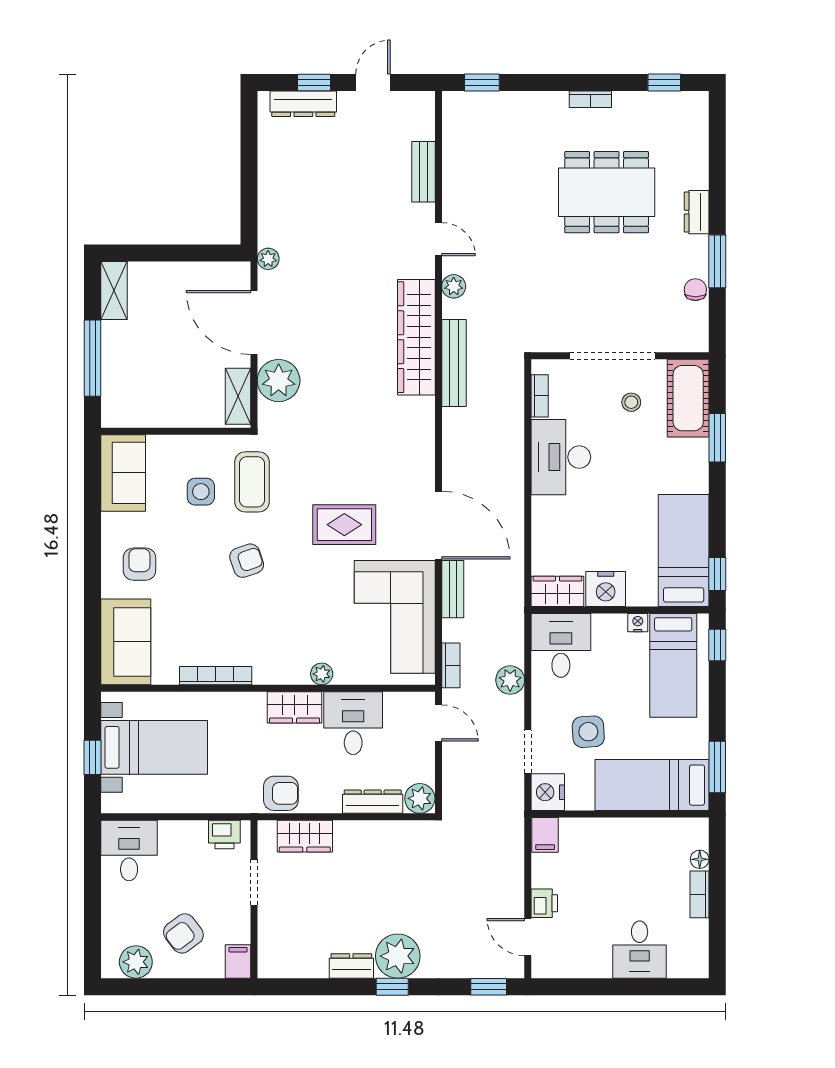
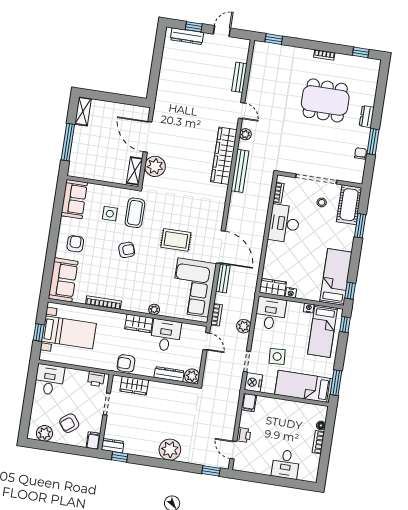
plant: (268, 259) -> (159, 108), removed
nightstand: (606, 589) -> (291, 293), width x0.53, depth x0.56
armchair: (281, 793) -> (126, 363), turned 180
dresser: (351, 966) -> (113, 446), moved
window: (392, 987) -> (120, 457), moved

